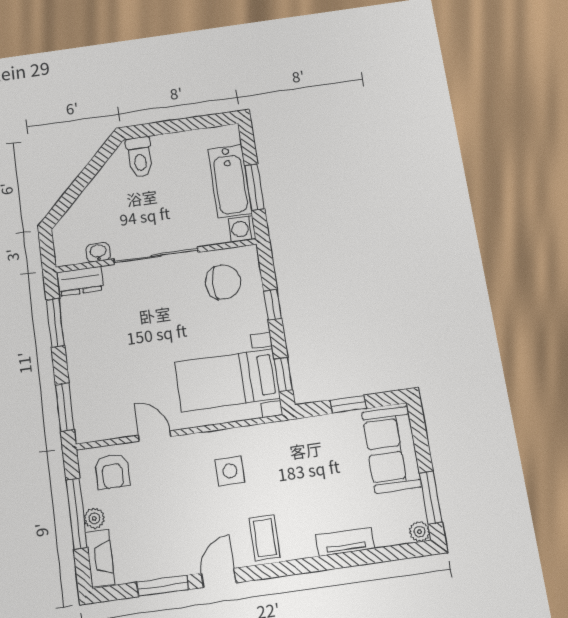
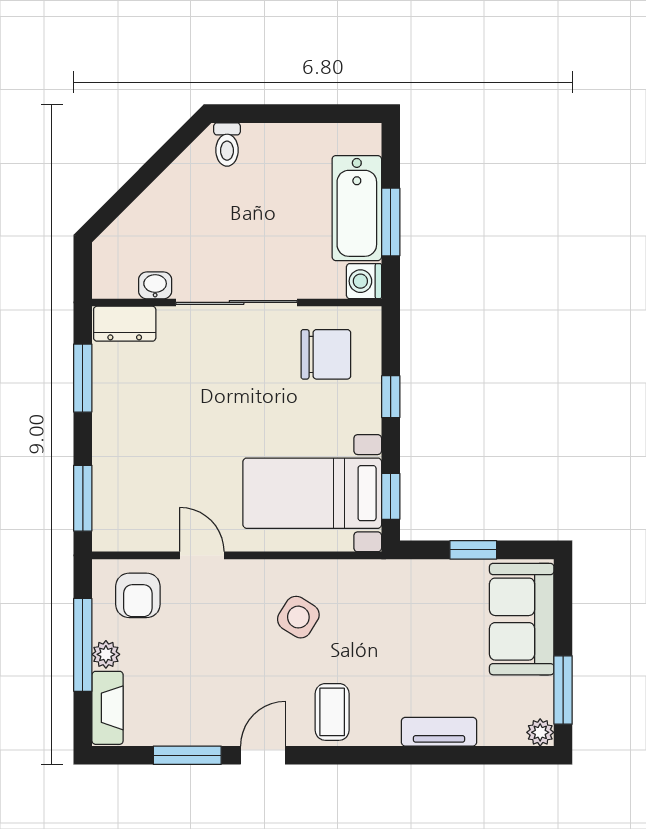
toilet: (140, 157) -> (227, 145), width x0.73, depth x0.72
side table: (230, 471) -> (298, 617), turned 32

